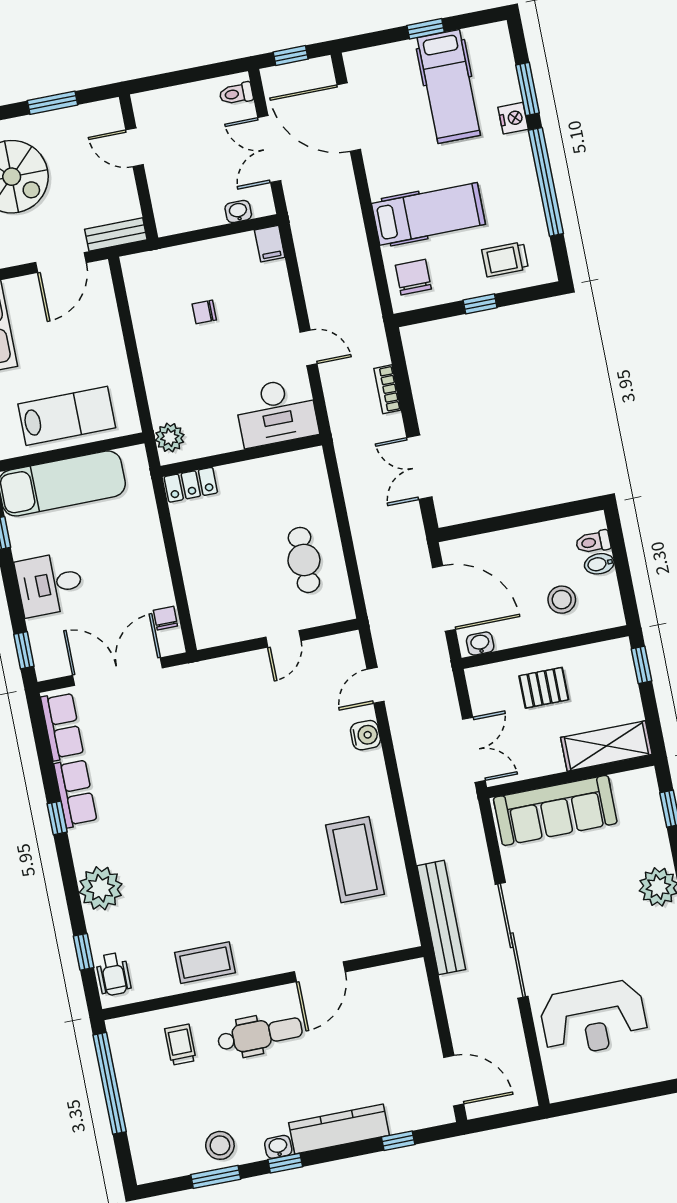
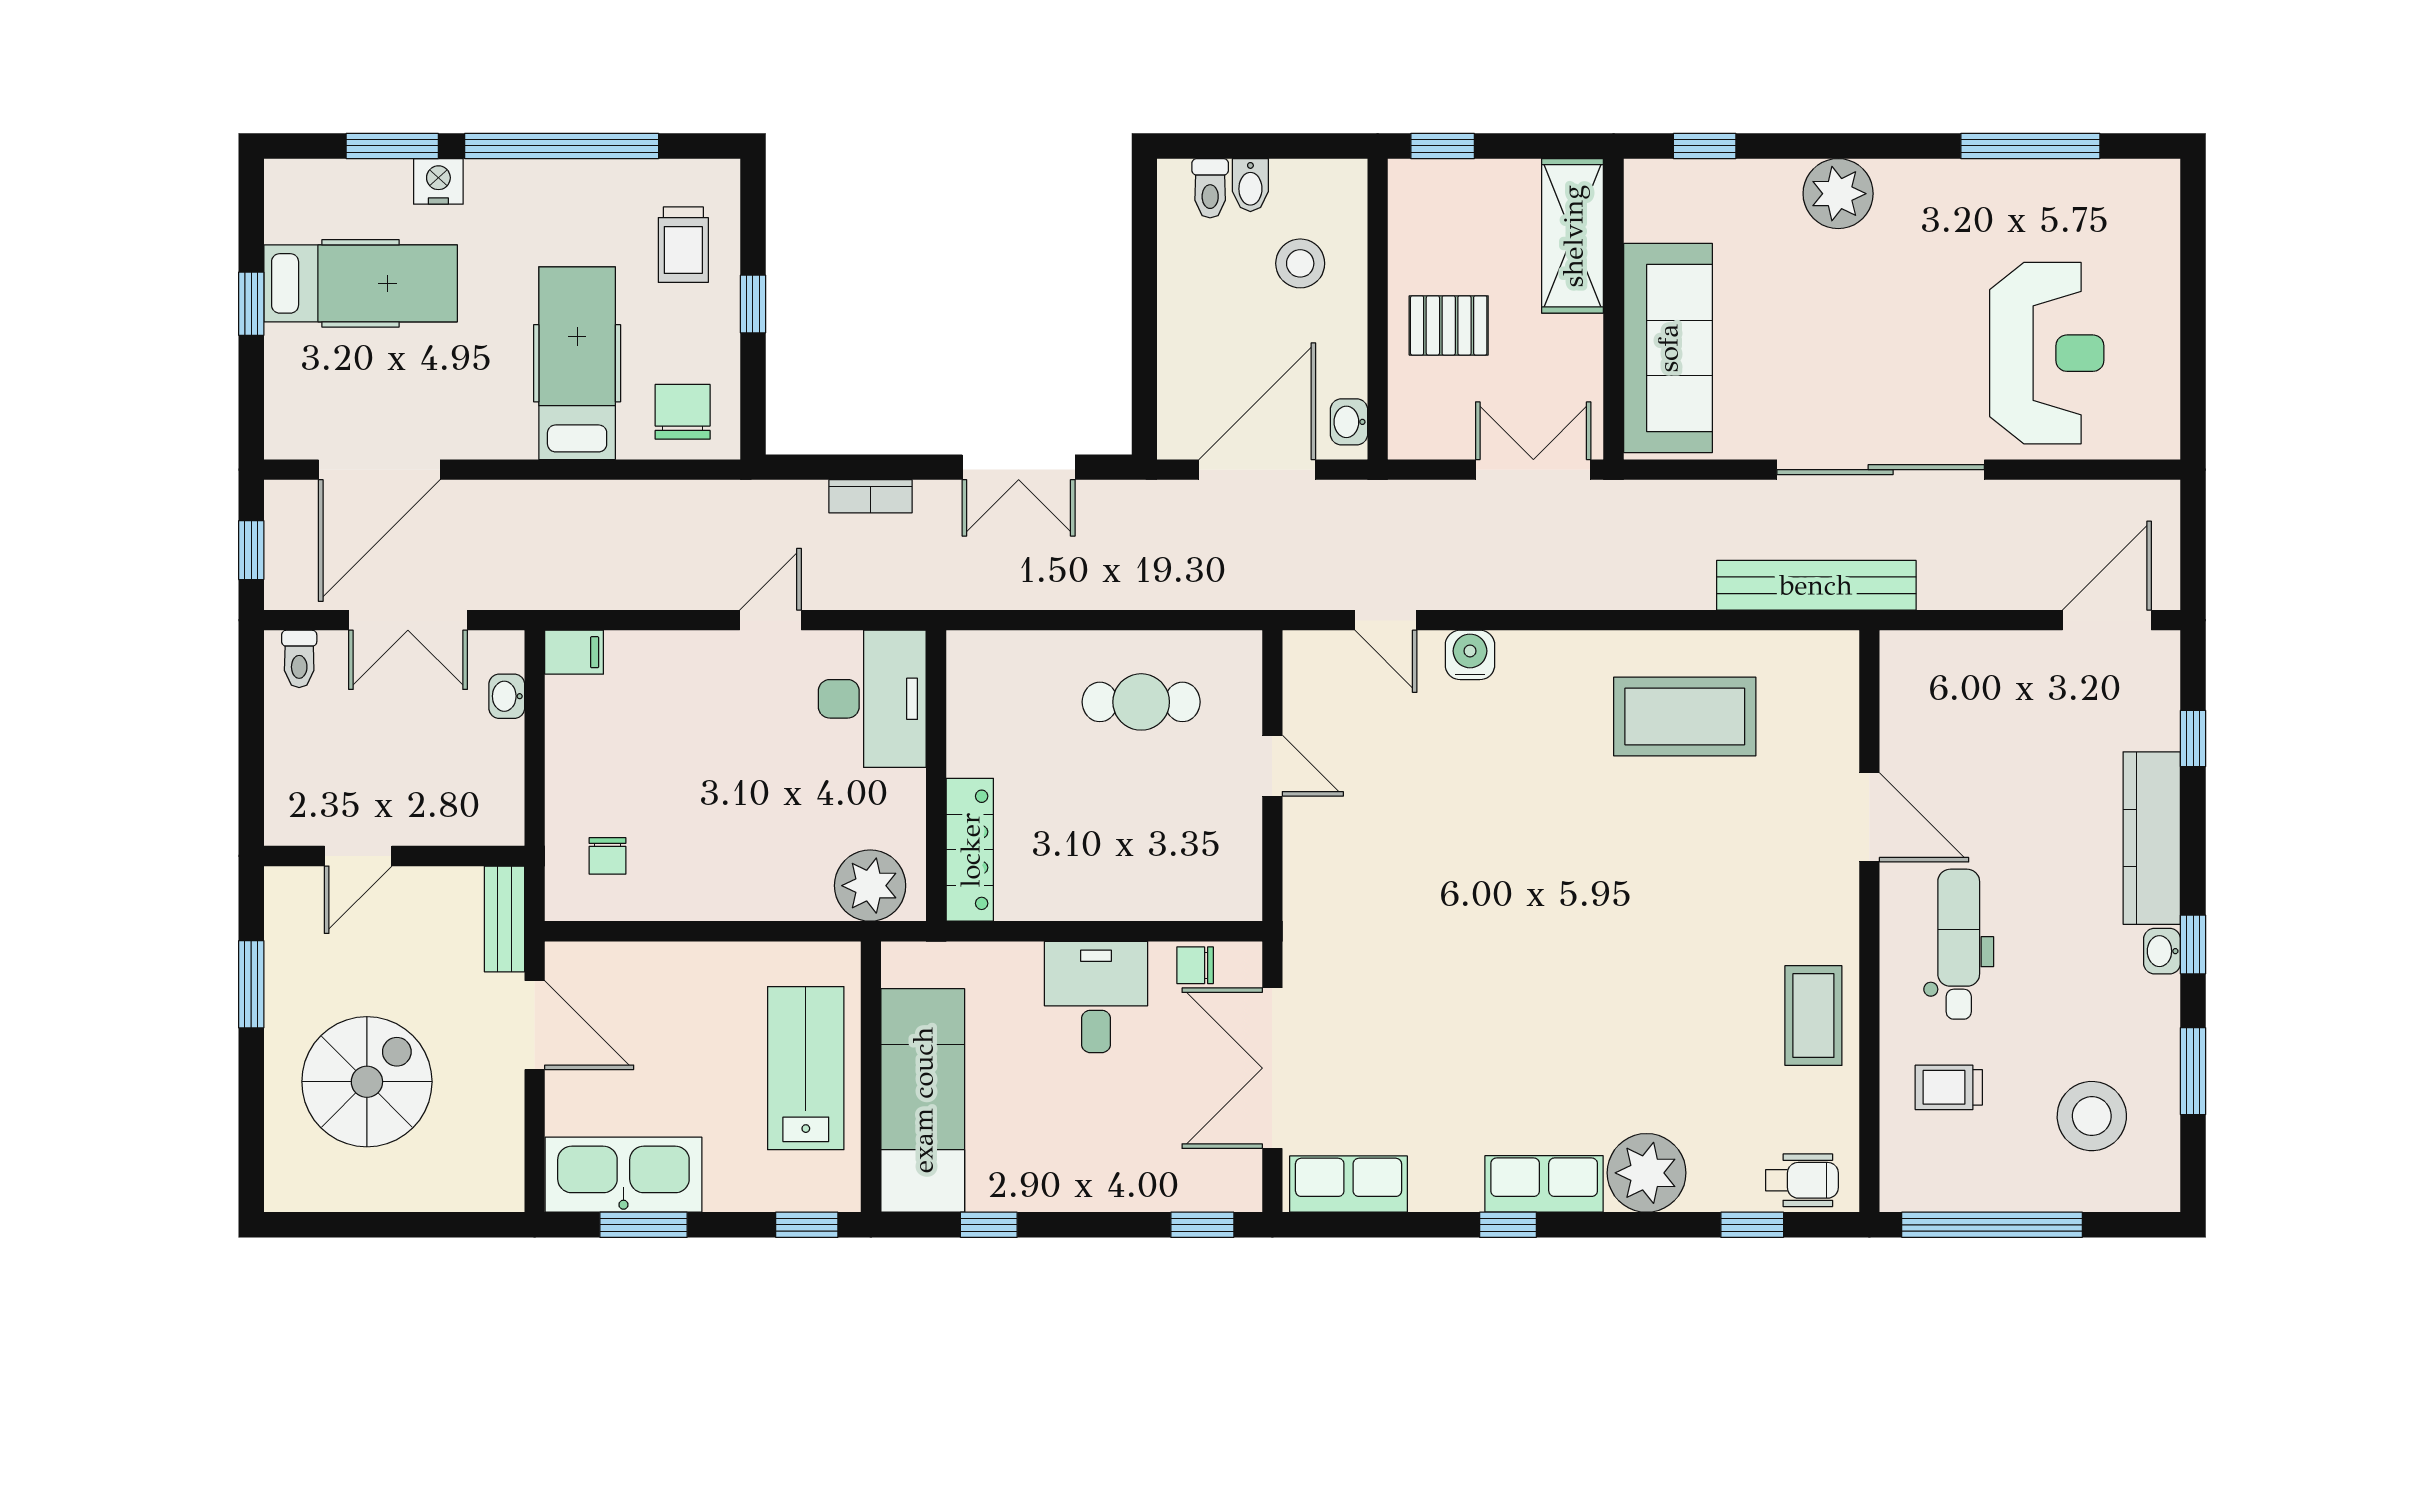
chair: (413, 277) -> (683, 412), turned 90
chair: (204, 312) -> (607, 856), moved
plant: (170, 438) -> (870, 886), width x1.36, depth x1.36
locker: (191, 485) -> (970, 850), width x1.53
desk: (50, 584) -> (1096, 997), moved, turned 180
pallet: (544, 688) -> (1449, 325), turned 90
row of seats: (75, 793) -> (1544, 1184), moved
stool: (220, 1145) -> (2092, 1116), moved, width x1.38, depth x1.38

